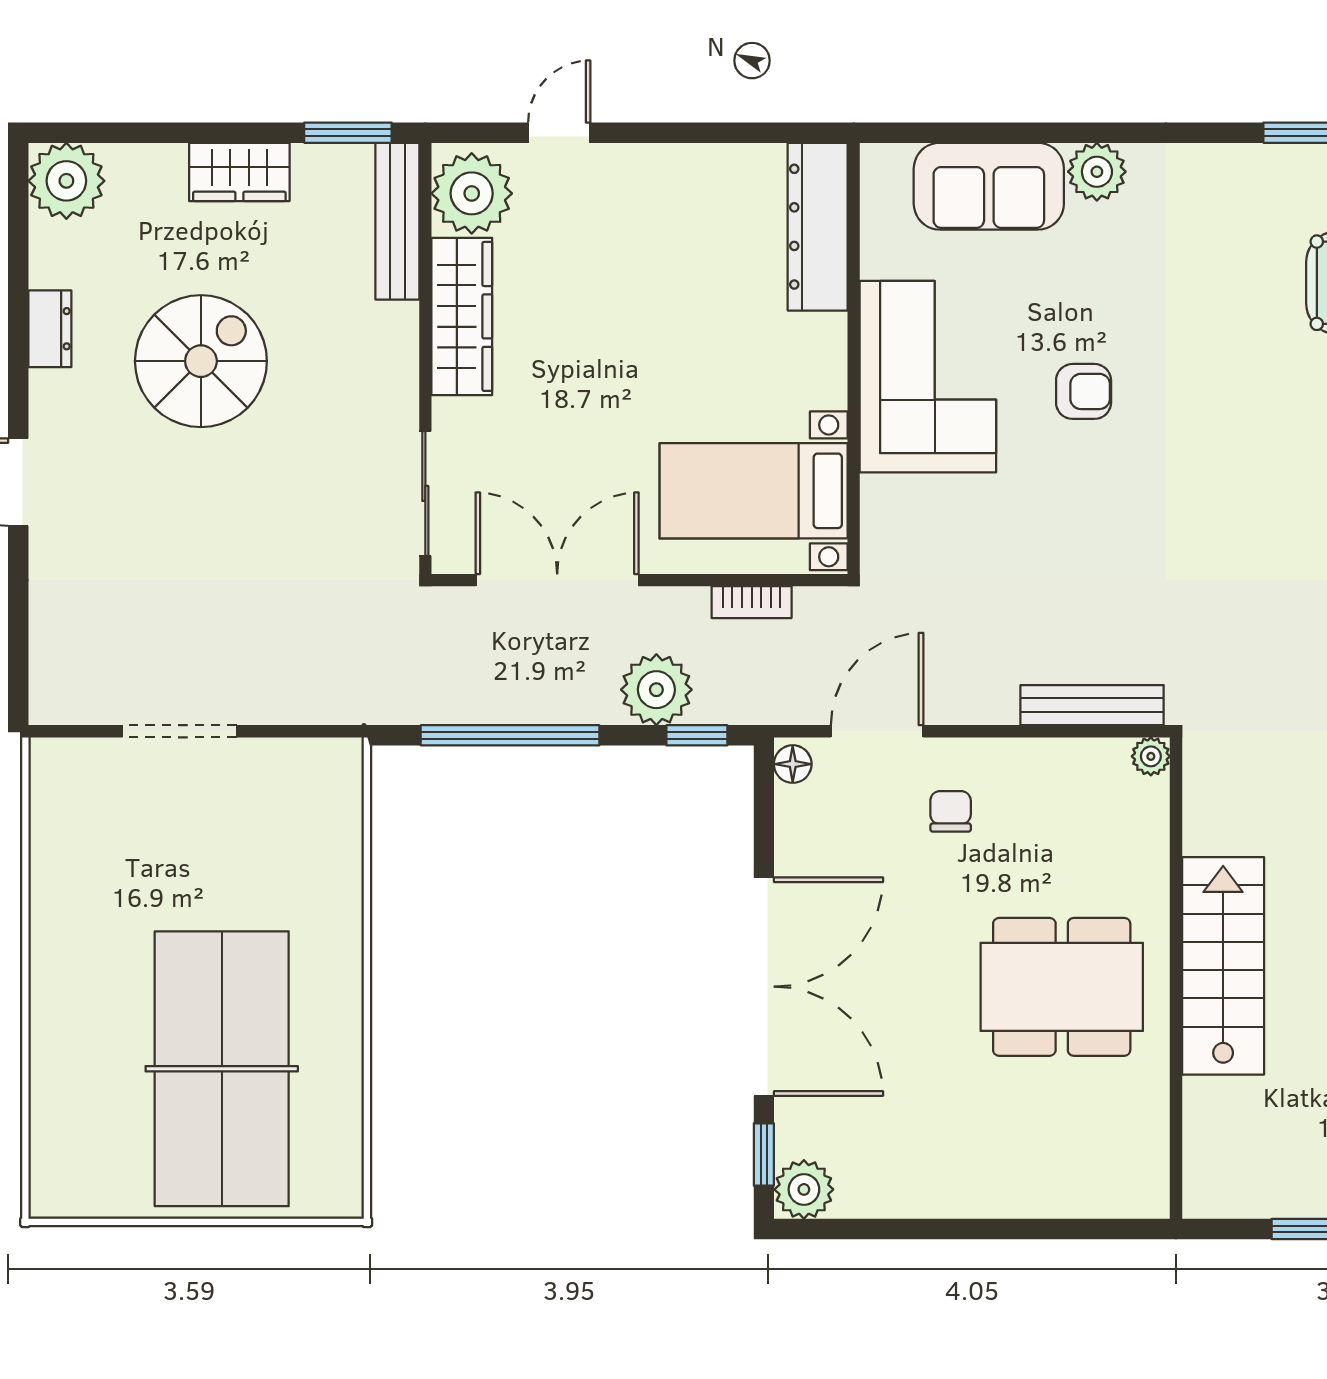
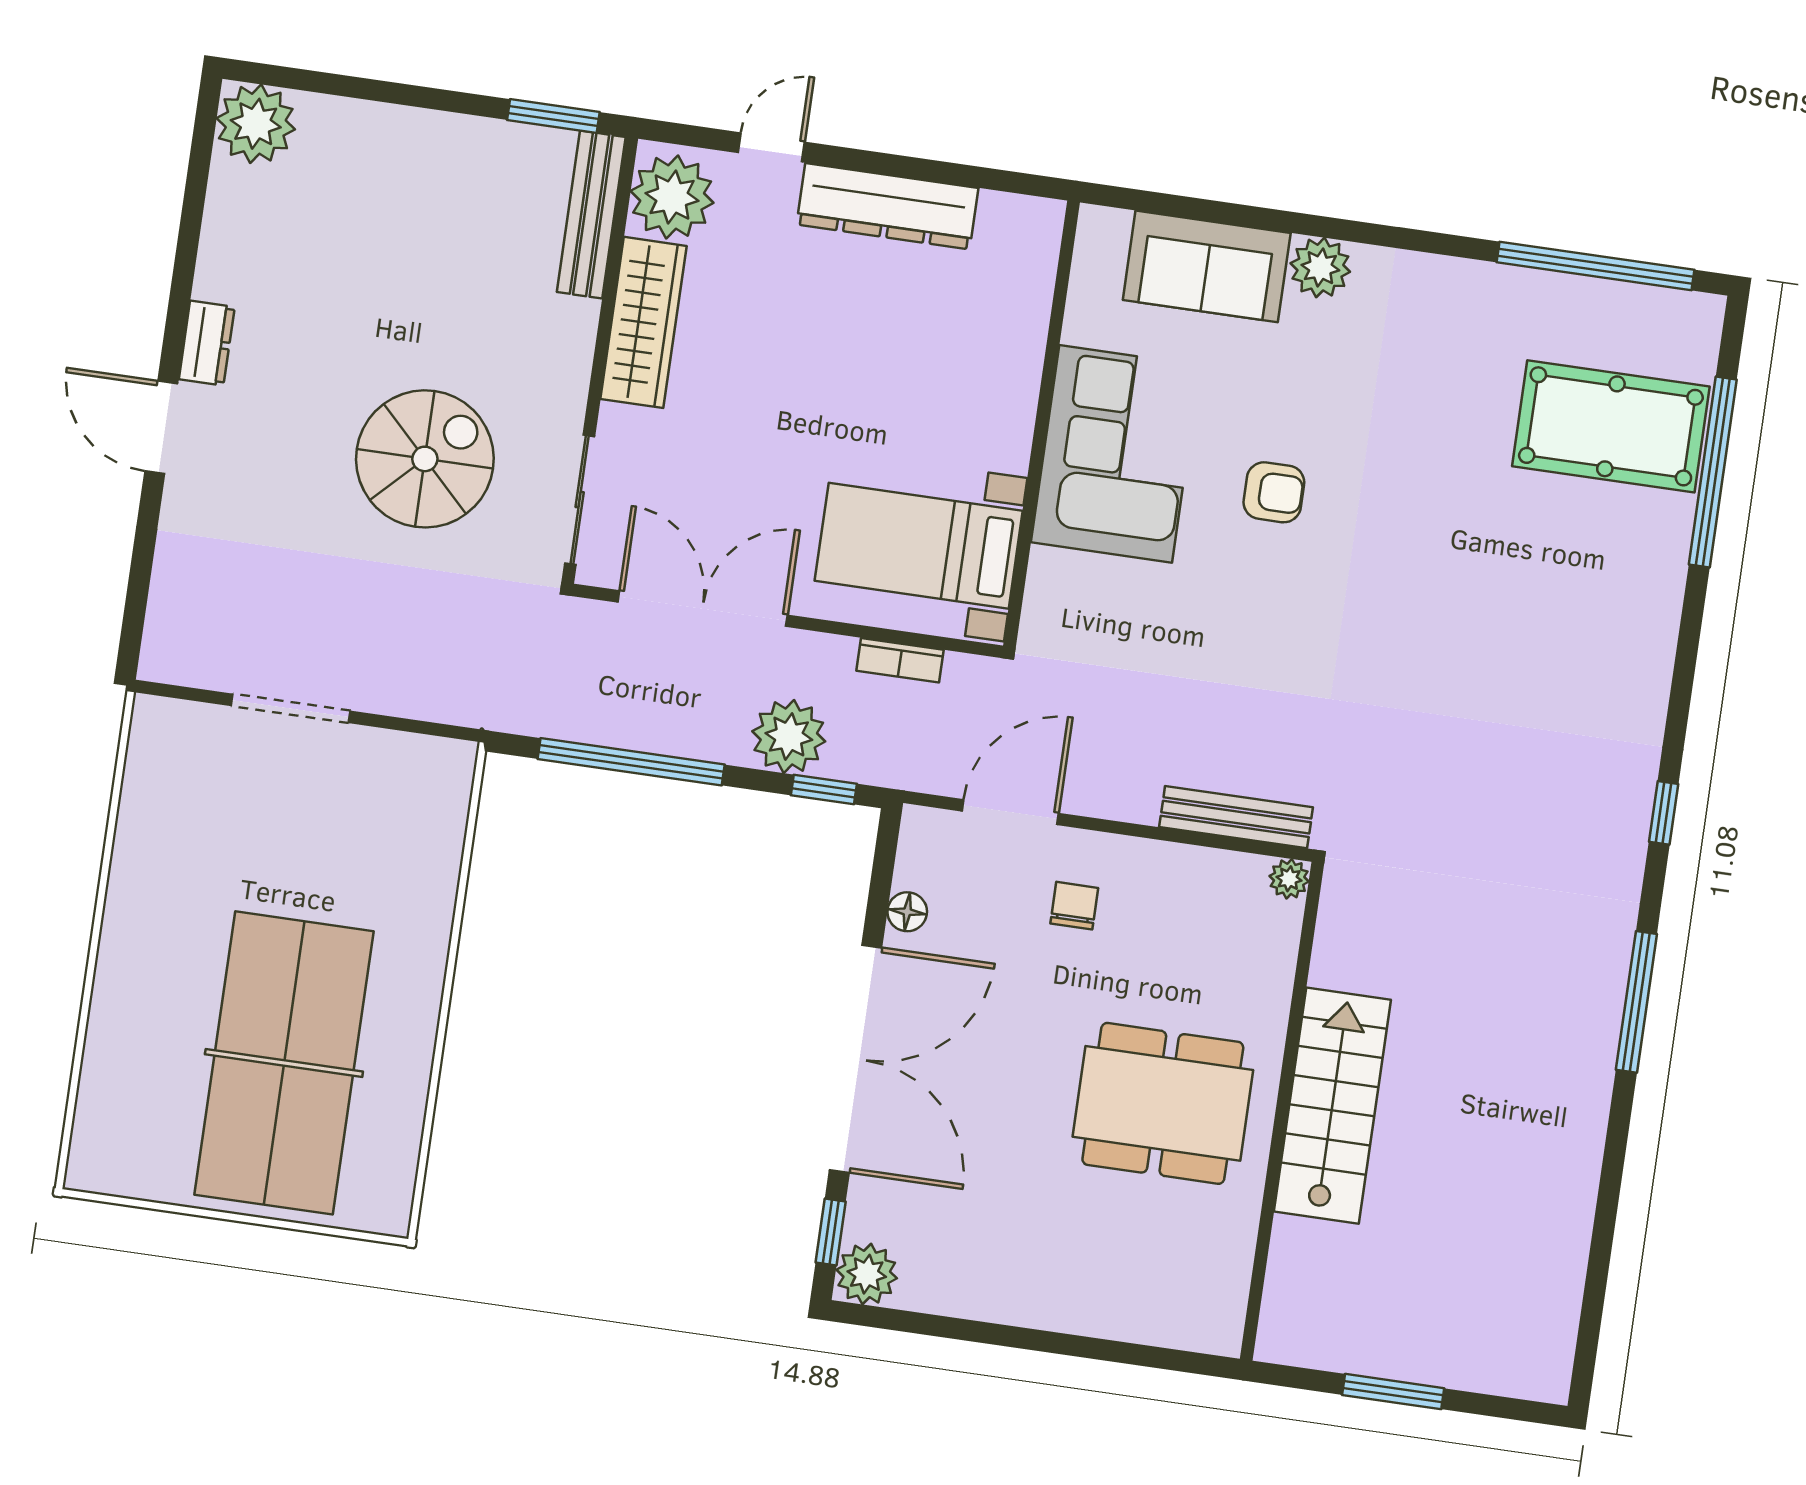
wardrobe: (239, 172) -> (436, 140), removed
dresser: (818, 227) -> (887, 206), moved, turned -90
dresser: (50, 329) -> (207, 343), moved
spiral stairs: (201, 361) -> (425, 459), moved
floor lamp: (793, 764) -> (907, 912), moved

